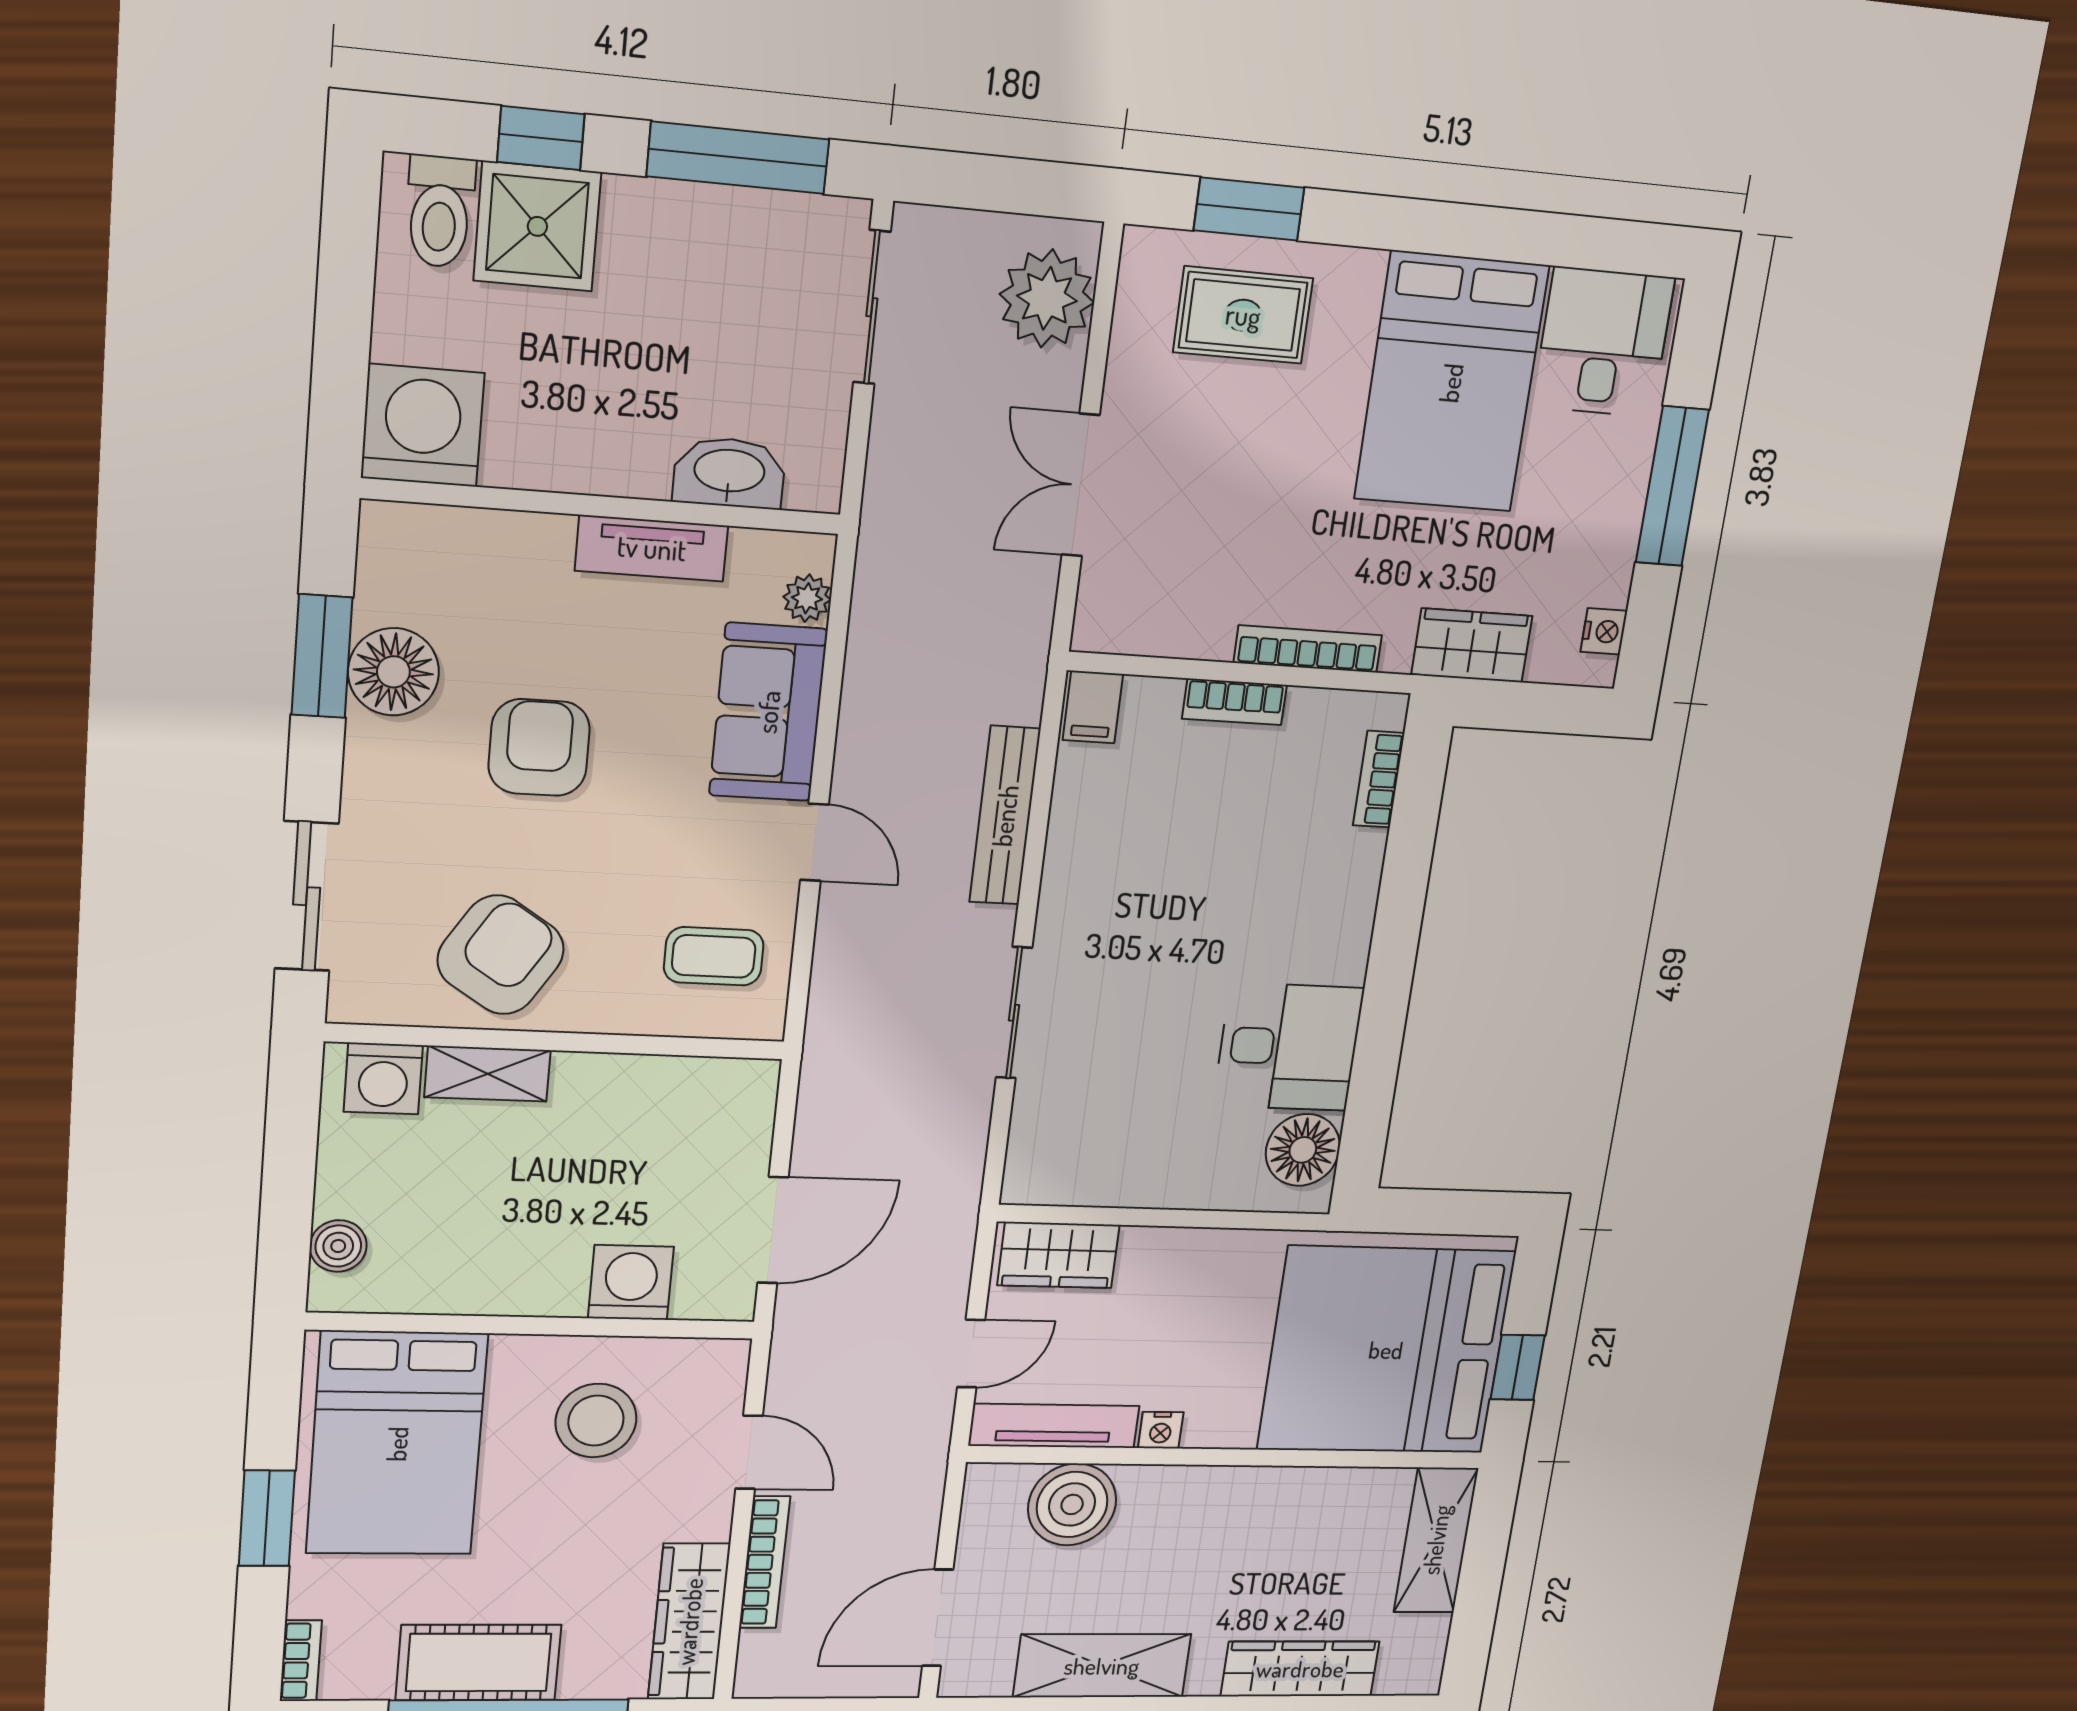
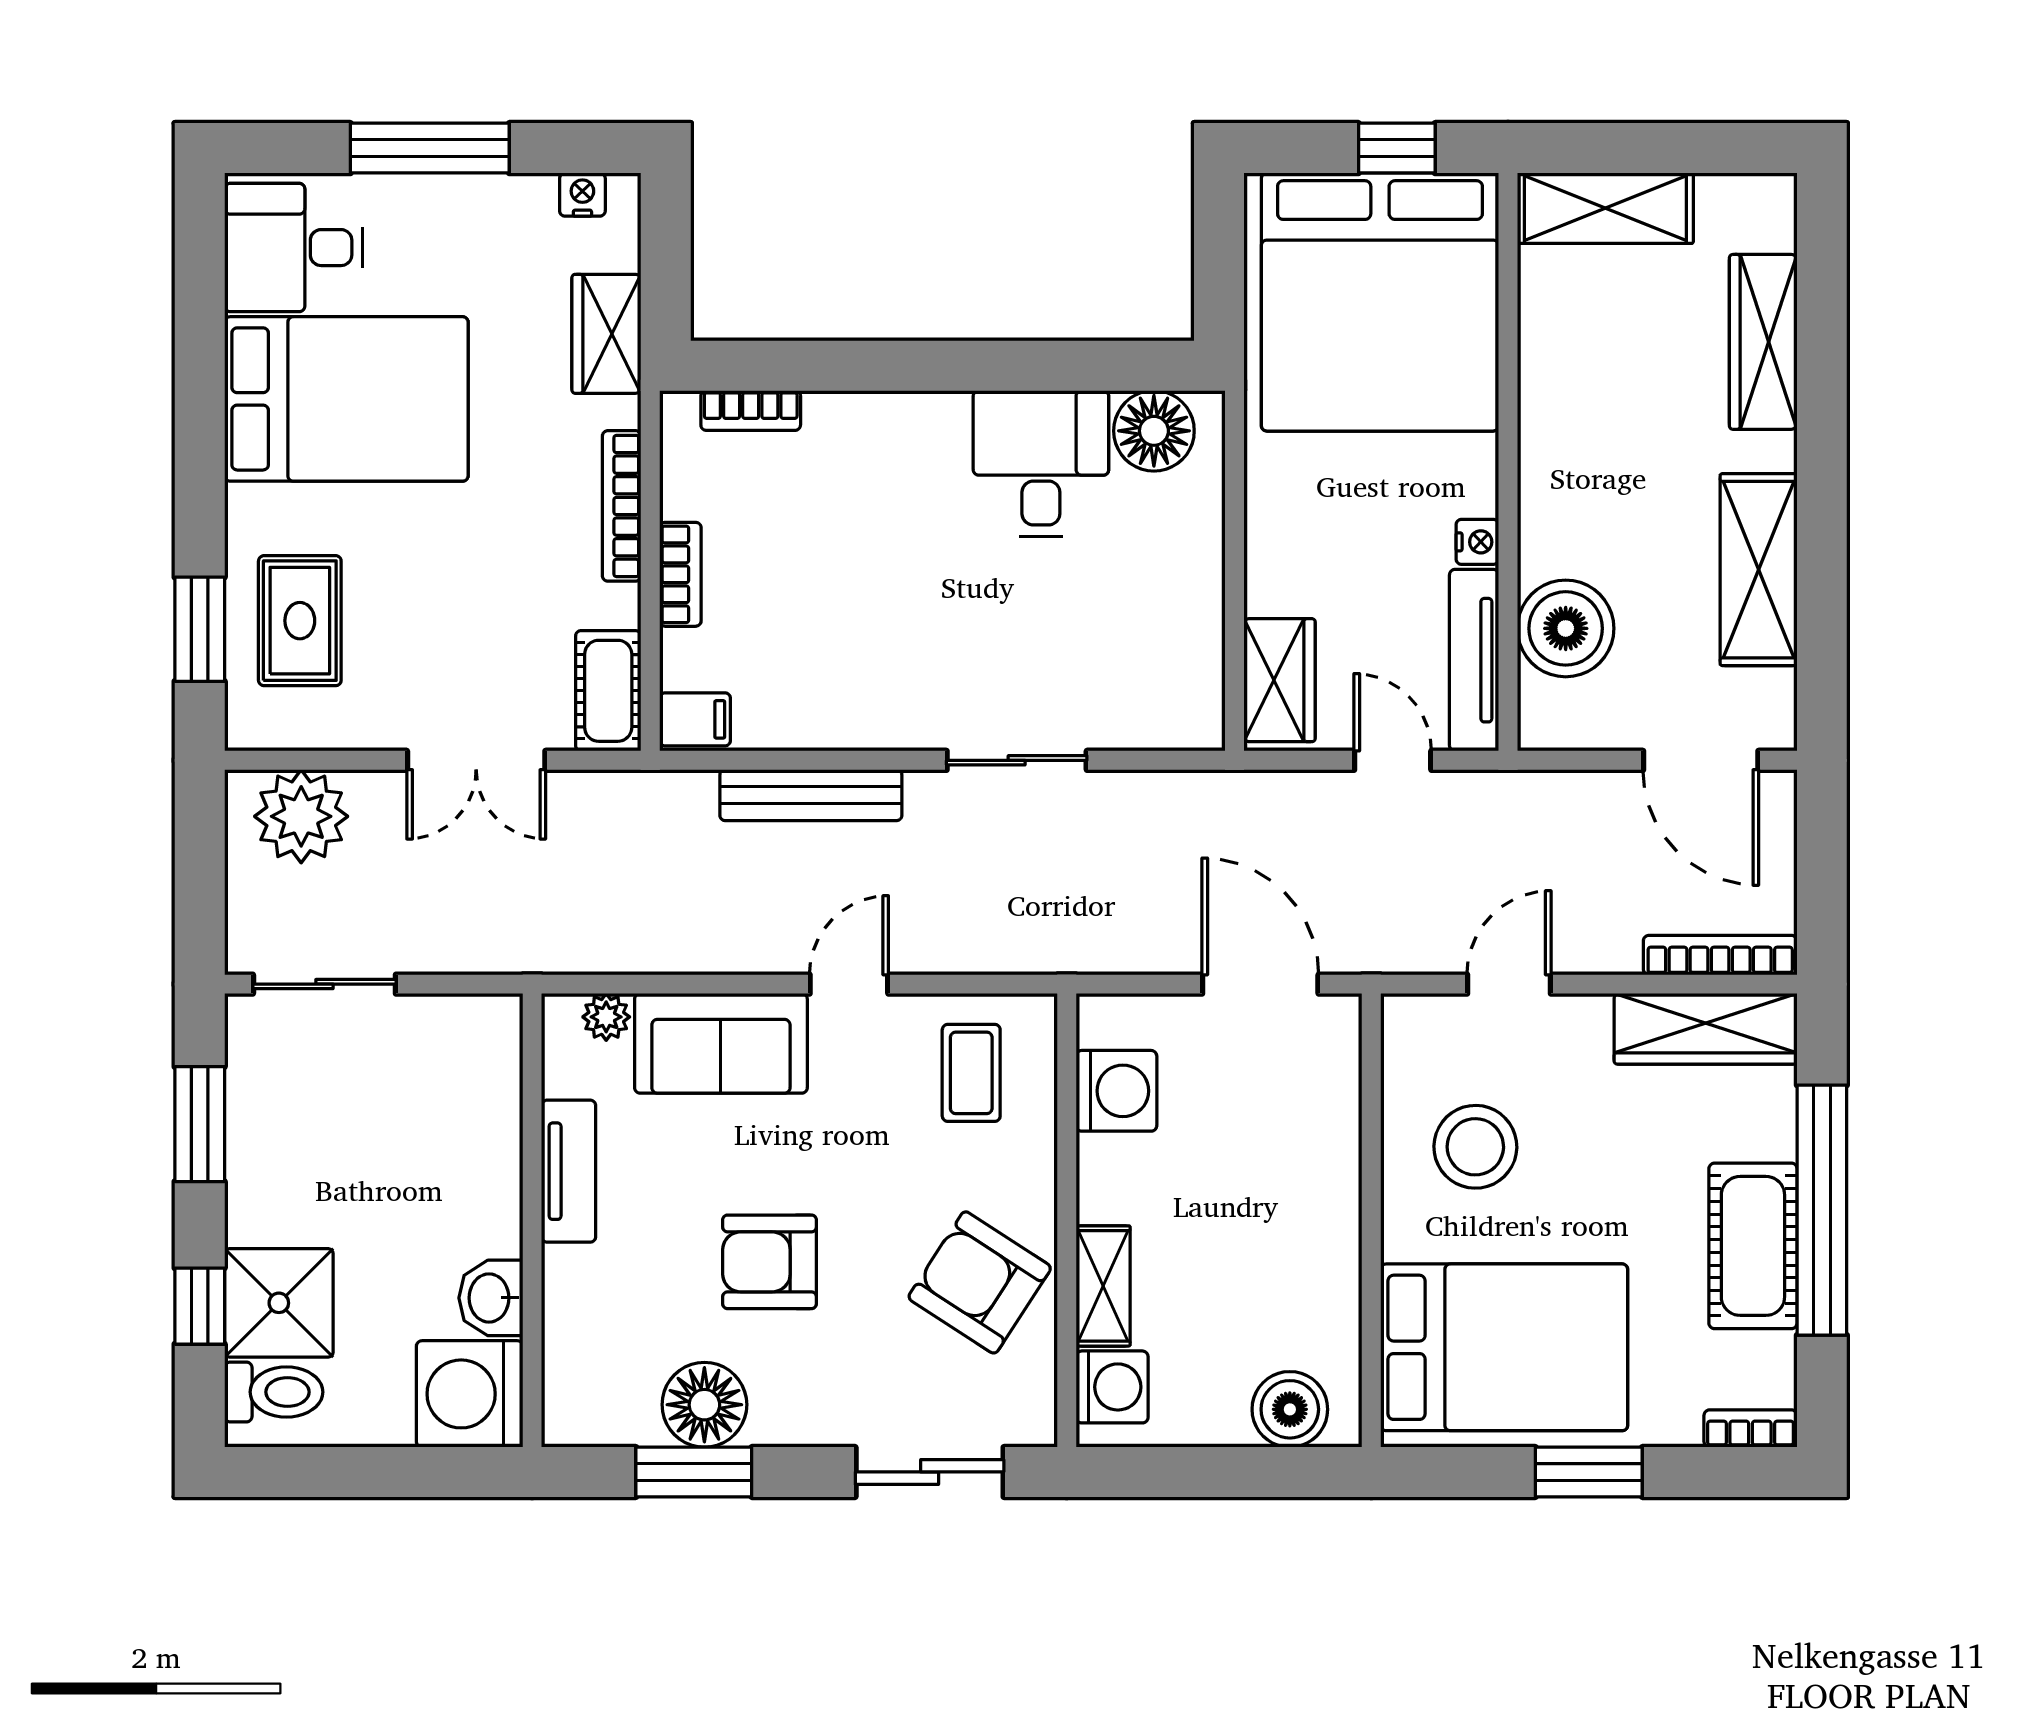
window: (738, 158) -> (200, 1124), width x0.69
washbasin: (729, 473) -> (491, 1298), moved, width x0.72
cot: (1132, 623) -> (608, 691), added
boiler: (338, 1246) -> (1290, 1409), width x1.36, depth x1.36
washing machine: (631, 1282) -> (1116, 1091), moved, turned 180
bookcase: (765, 1562) -> (1720, 955), moved

